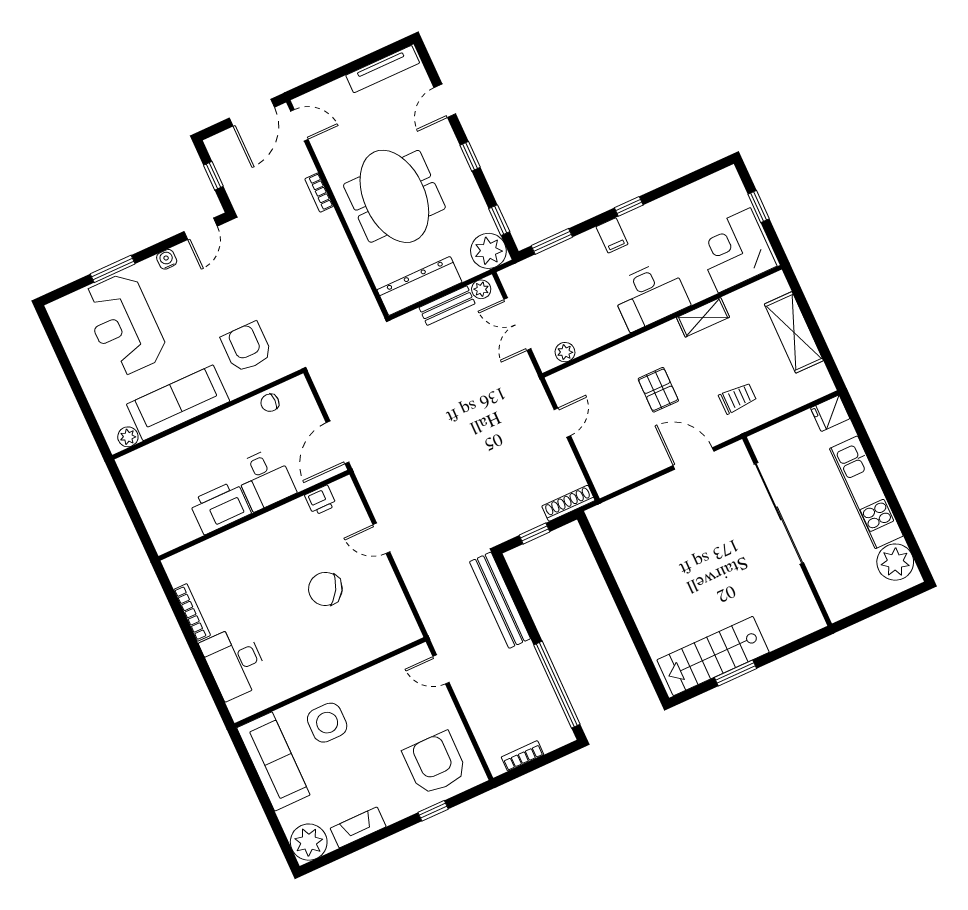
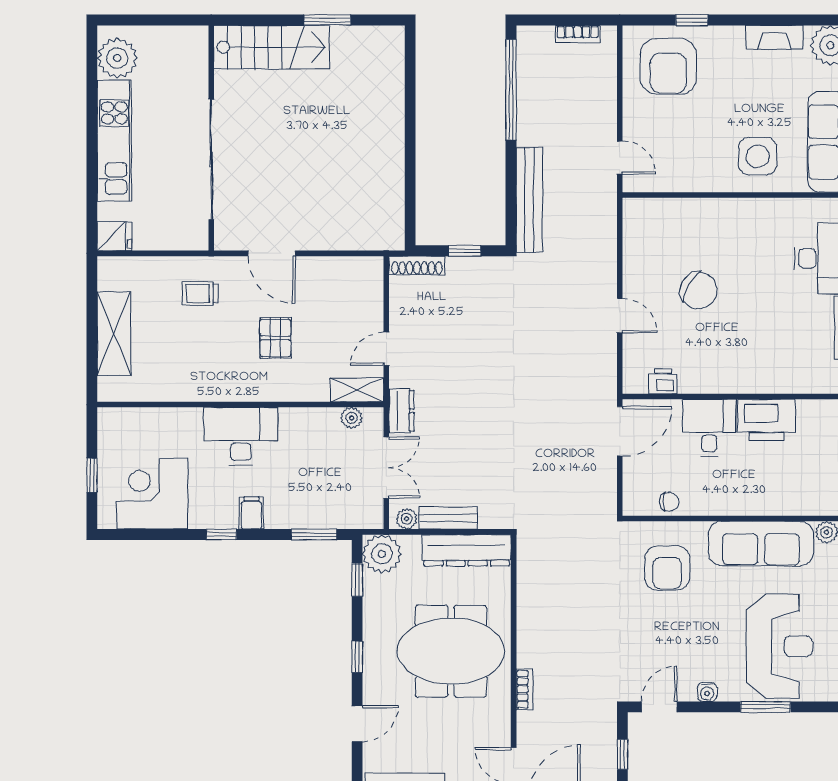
meeting table: (394, 196) -> (451, 651), turned 90
corner desk: (734, 250) -> (152, 494), moved, turned 180
shelving: (703, 317) -> (357, 390), moved
dresser: (526, 377) -> (401, 411), added
stairs: (713, 656) -> (272, 47), moved

